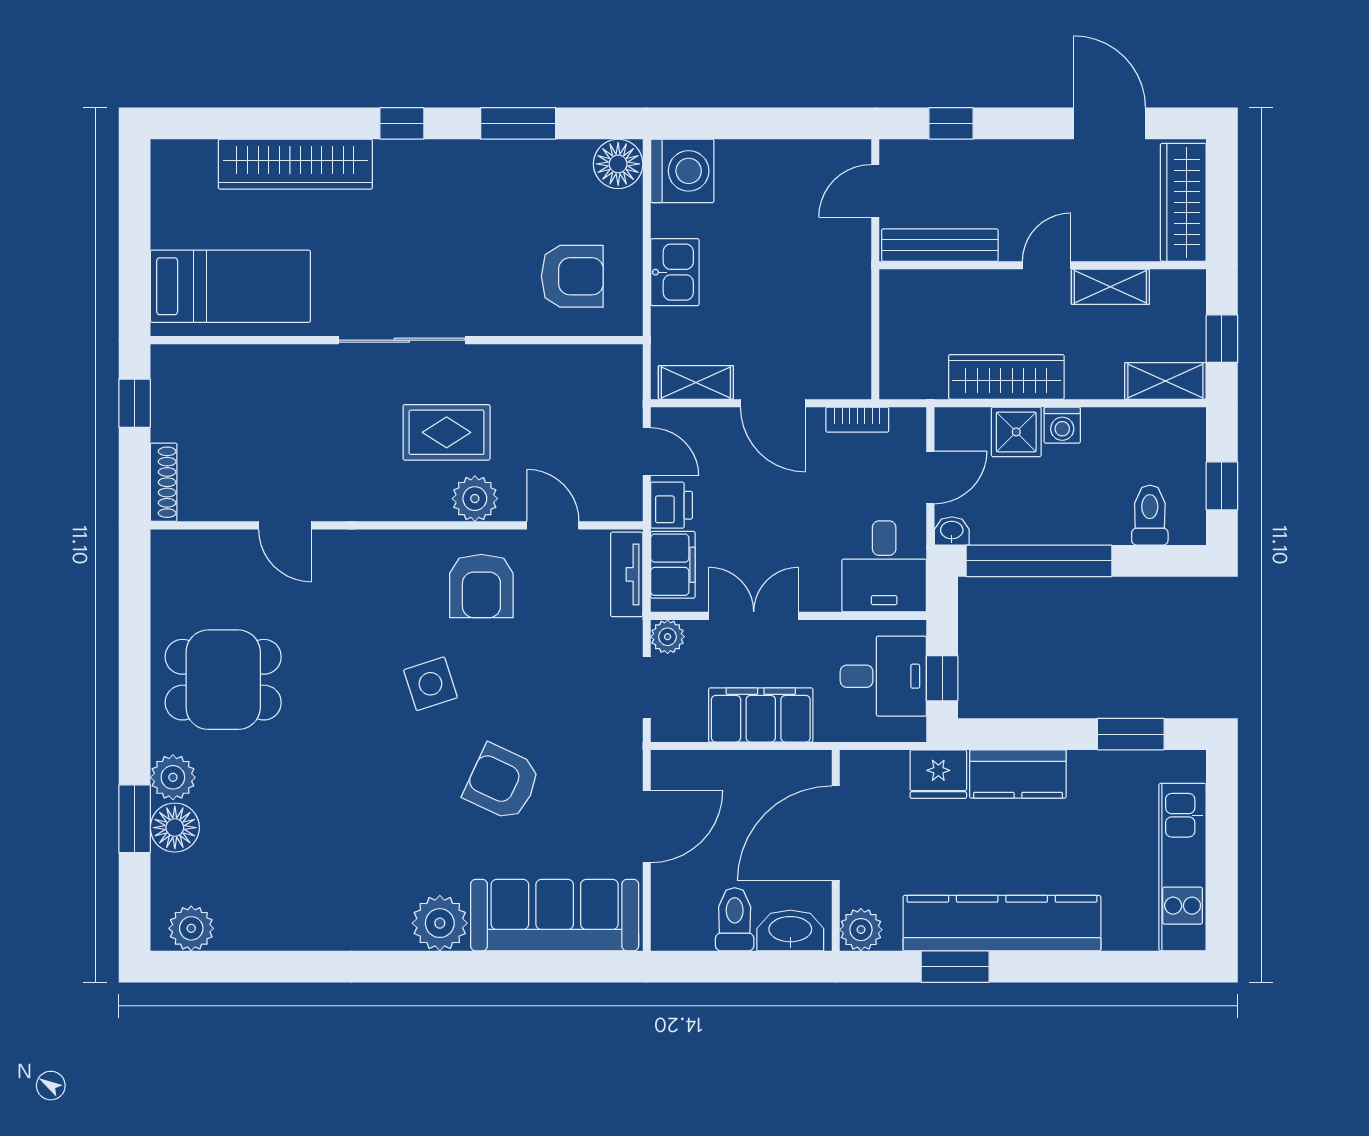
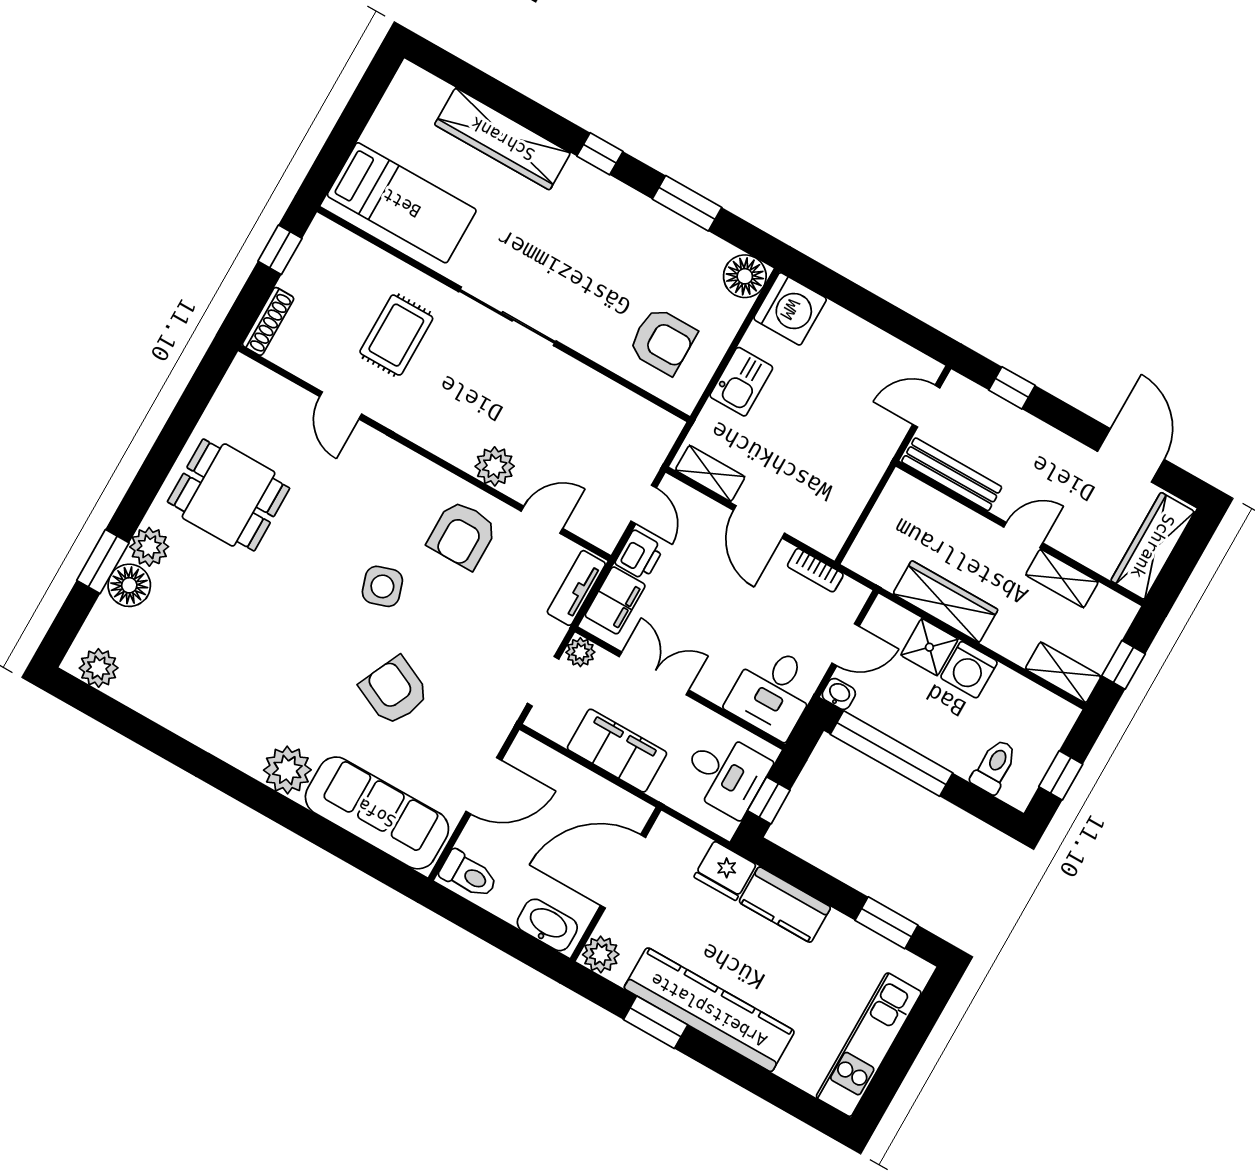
washing machine: (1062, 425) -> (969, 670), width x1.38, depth x1.38
rug: (447, 432) -> (396, 335), moved, turned 90
door: (553, 525) -> (542, 520), hinge flipped
toilet: (735, 919) -> (469, 875), moved, turned 90

